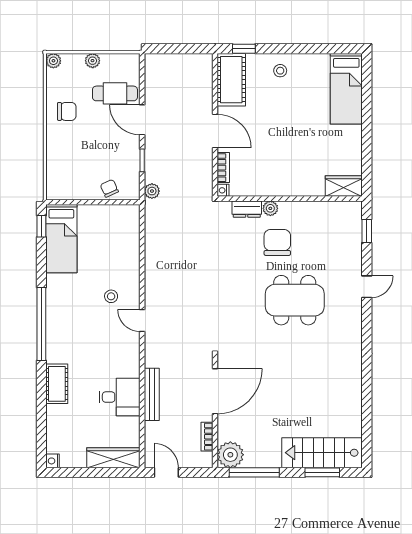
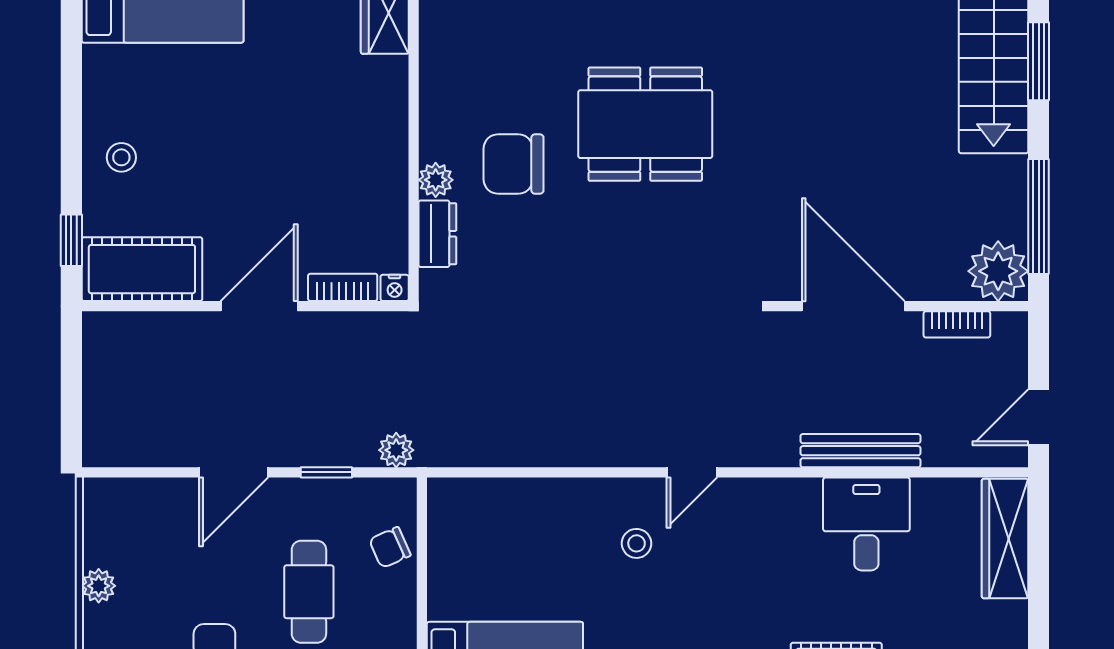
cafe table: (115, 93) -> (309, 592), moved
dining table: (295, 300) -> (645, 124), turned 90

